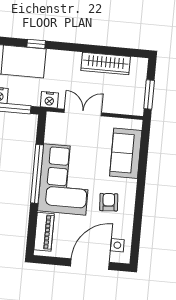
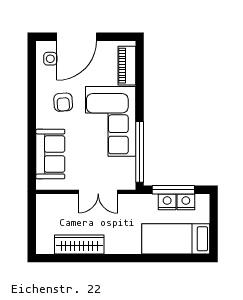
window: (36, 44) -> (153, 258), removed
window: (149, 95) -> (32, 217), removed
nightstand: (49, 100) -> (167, 202), moved
window: (37, 174) -> (140, 152), moved

